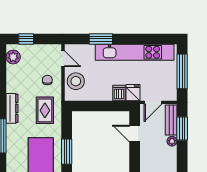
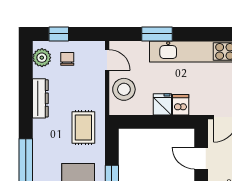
chair: (47, 80) -> (67, 59), moved
fridge: (133, 93) -> (162, 104), moved
dresser: (12, 108) -> (40, 98), moved

